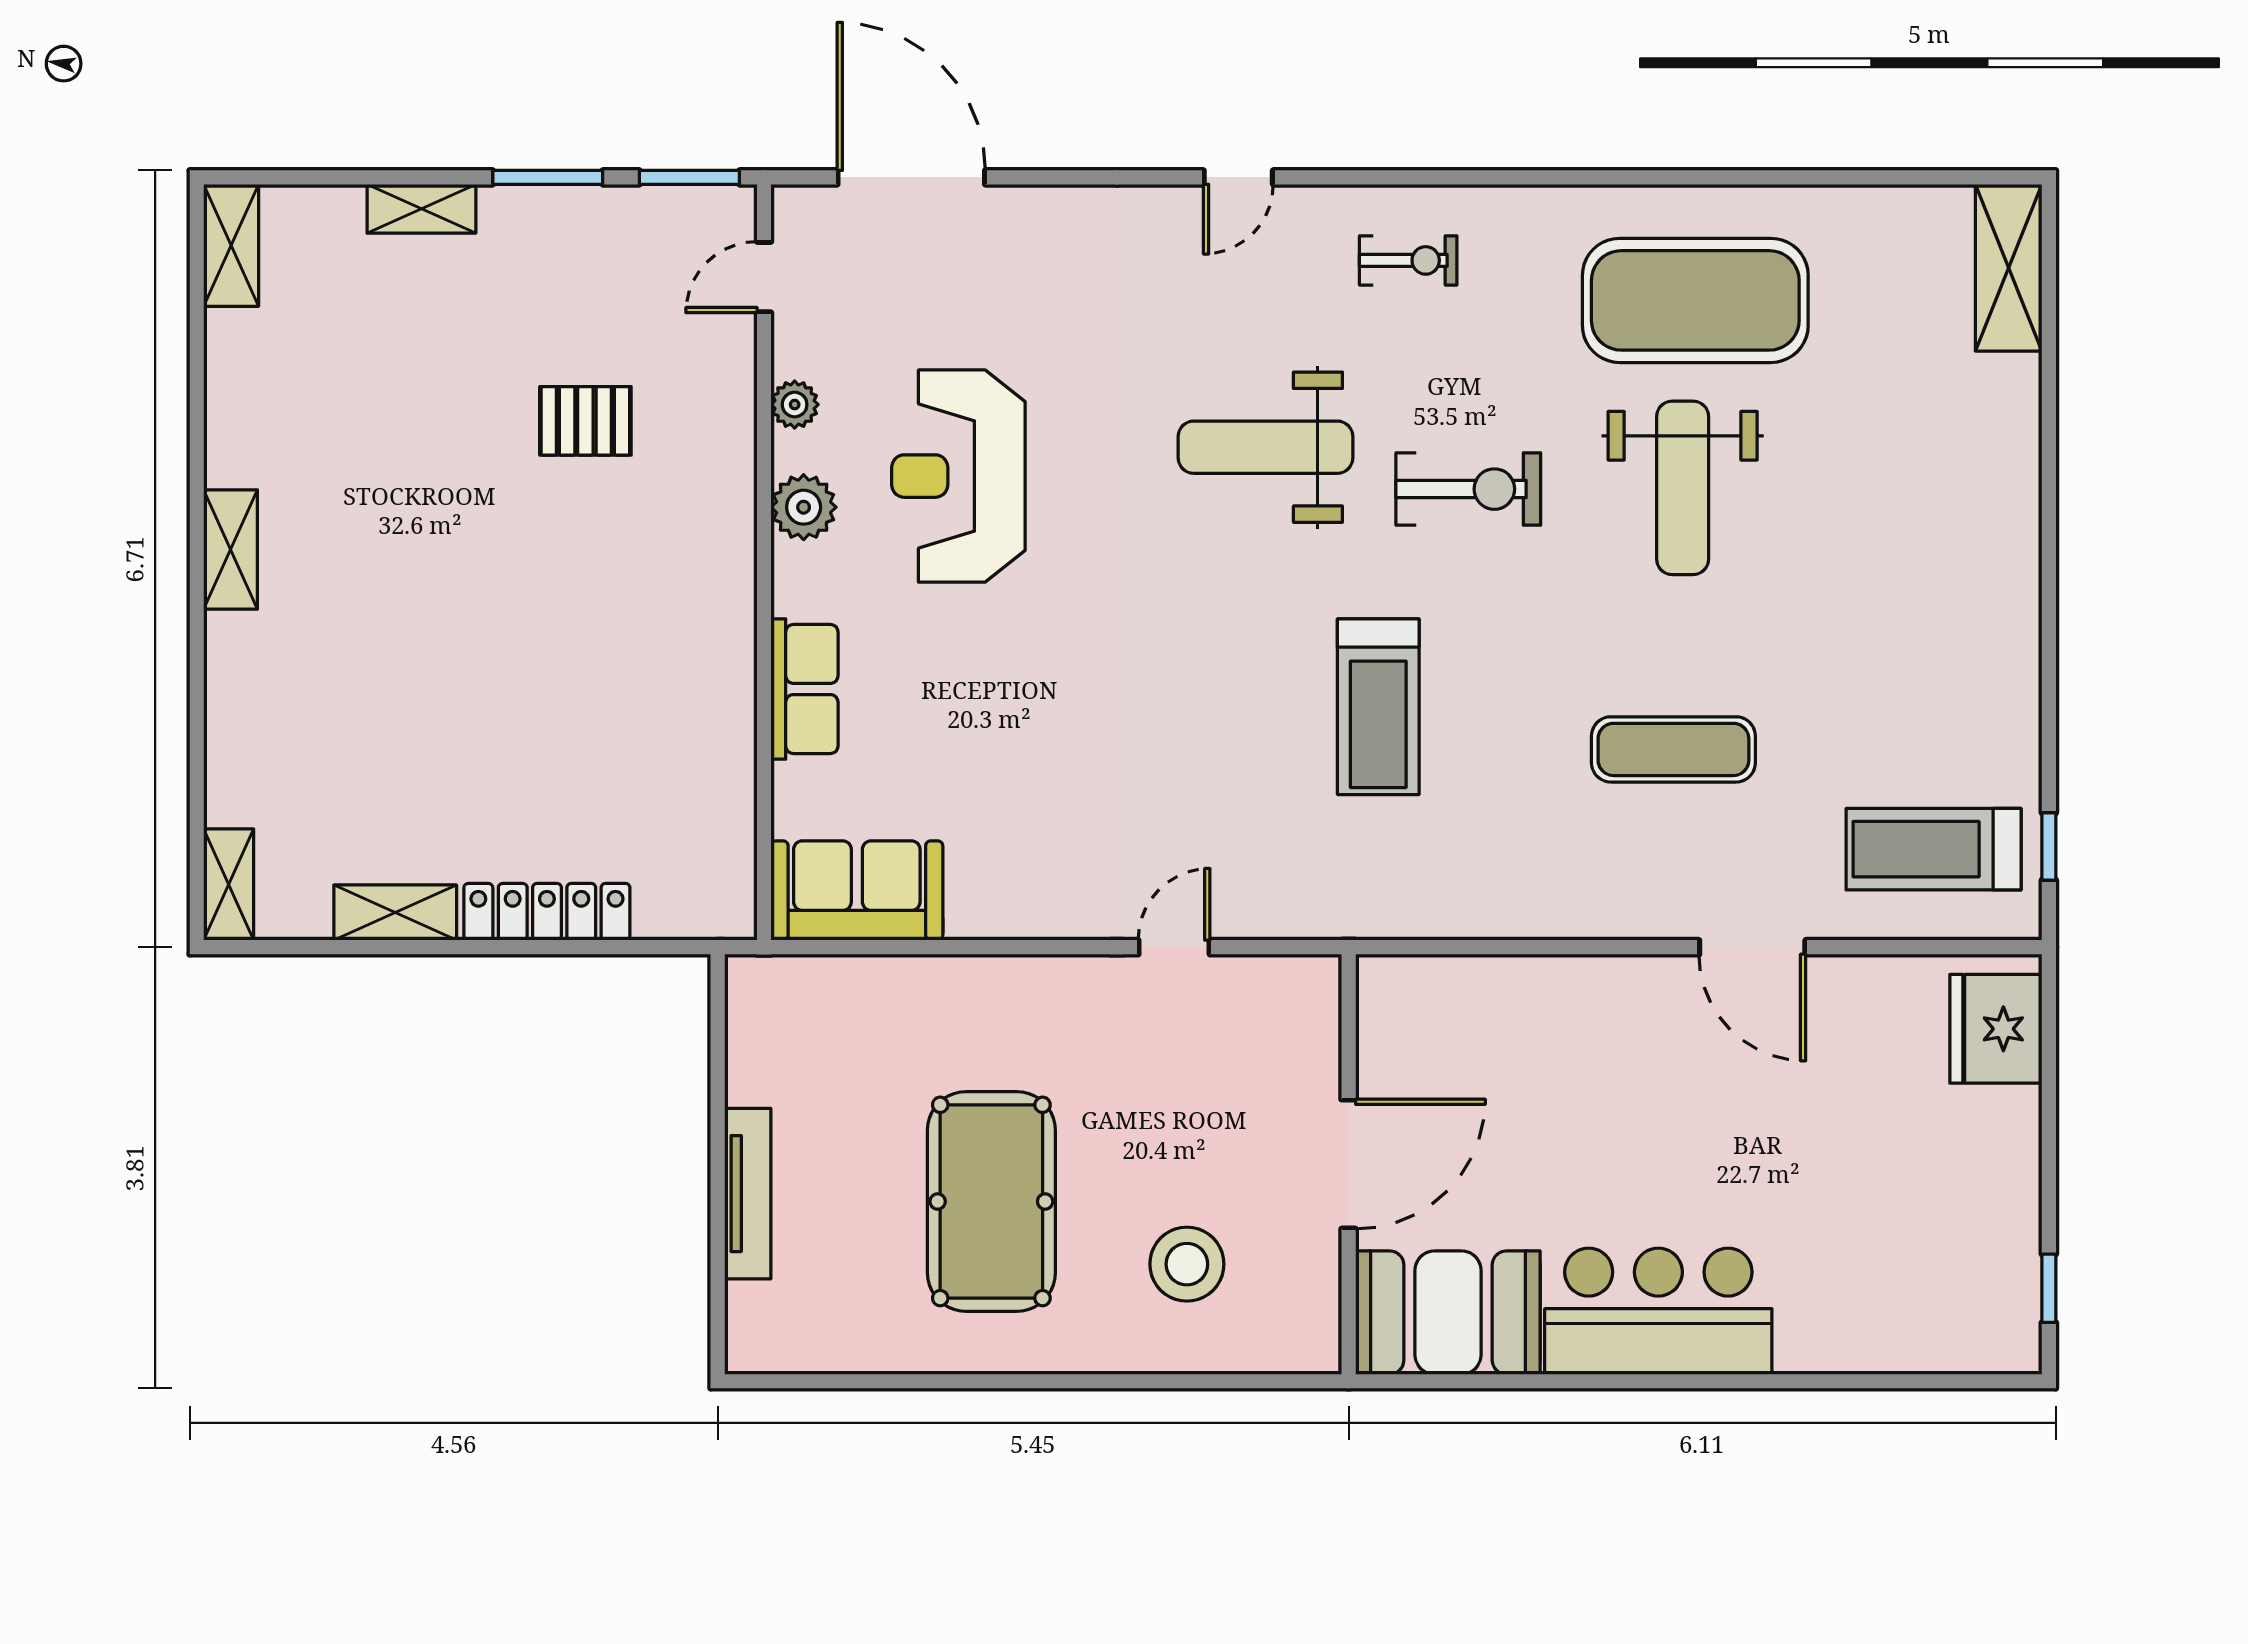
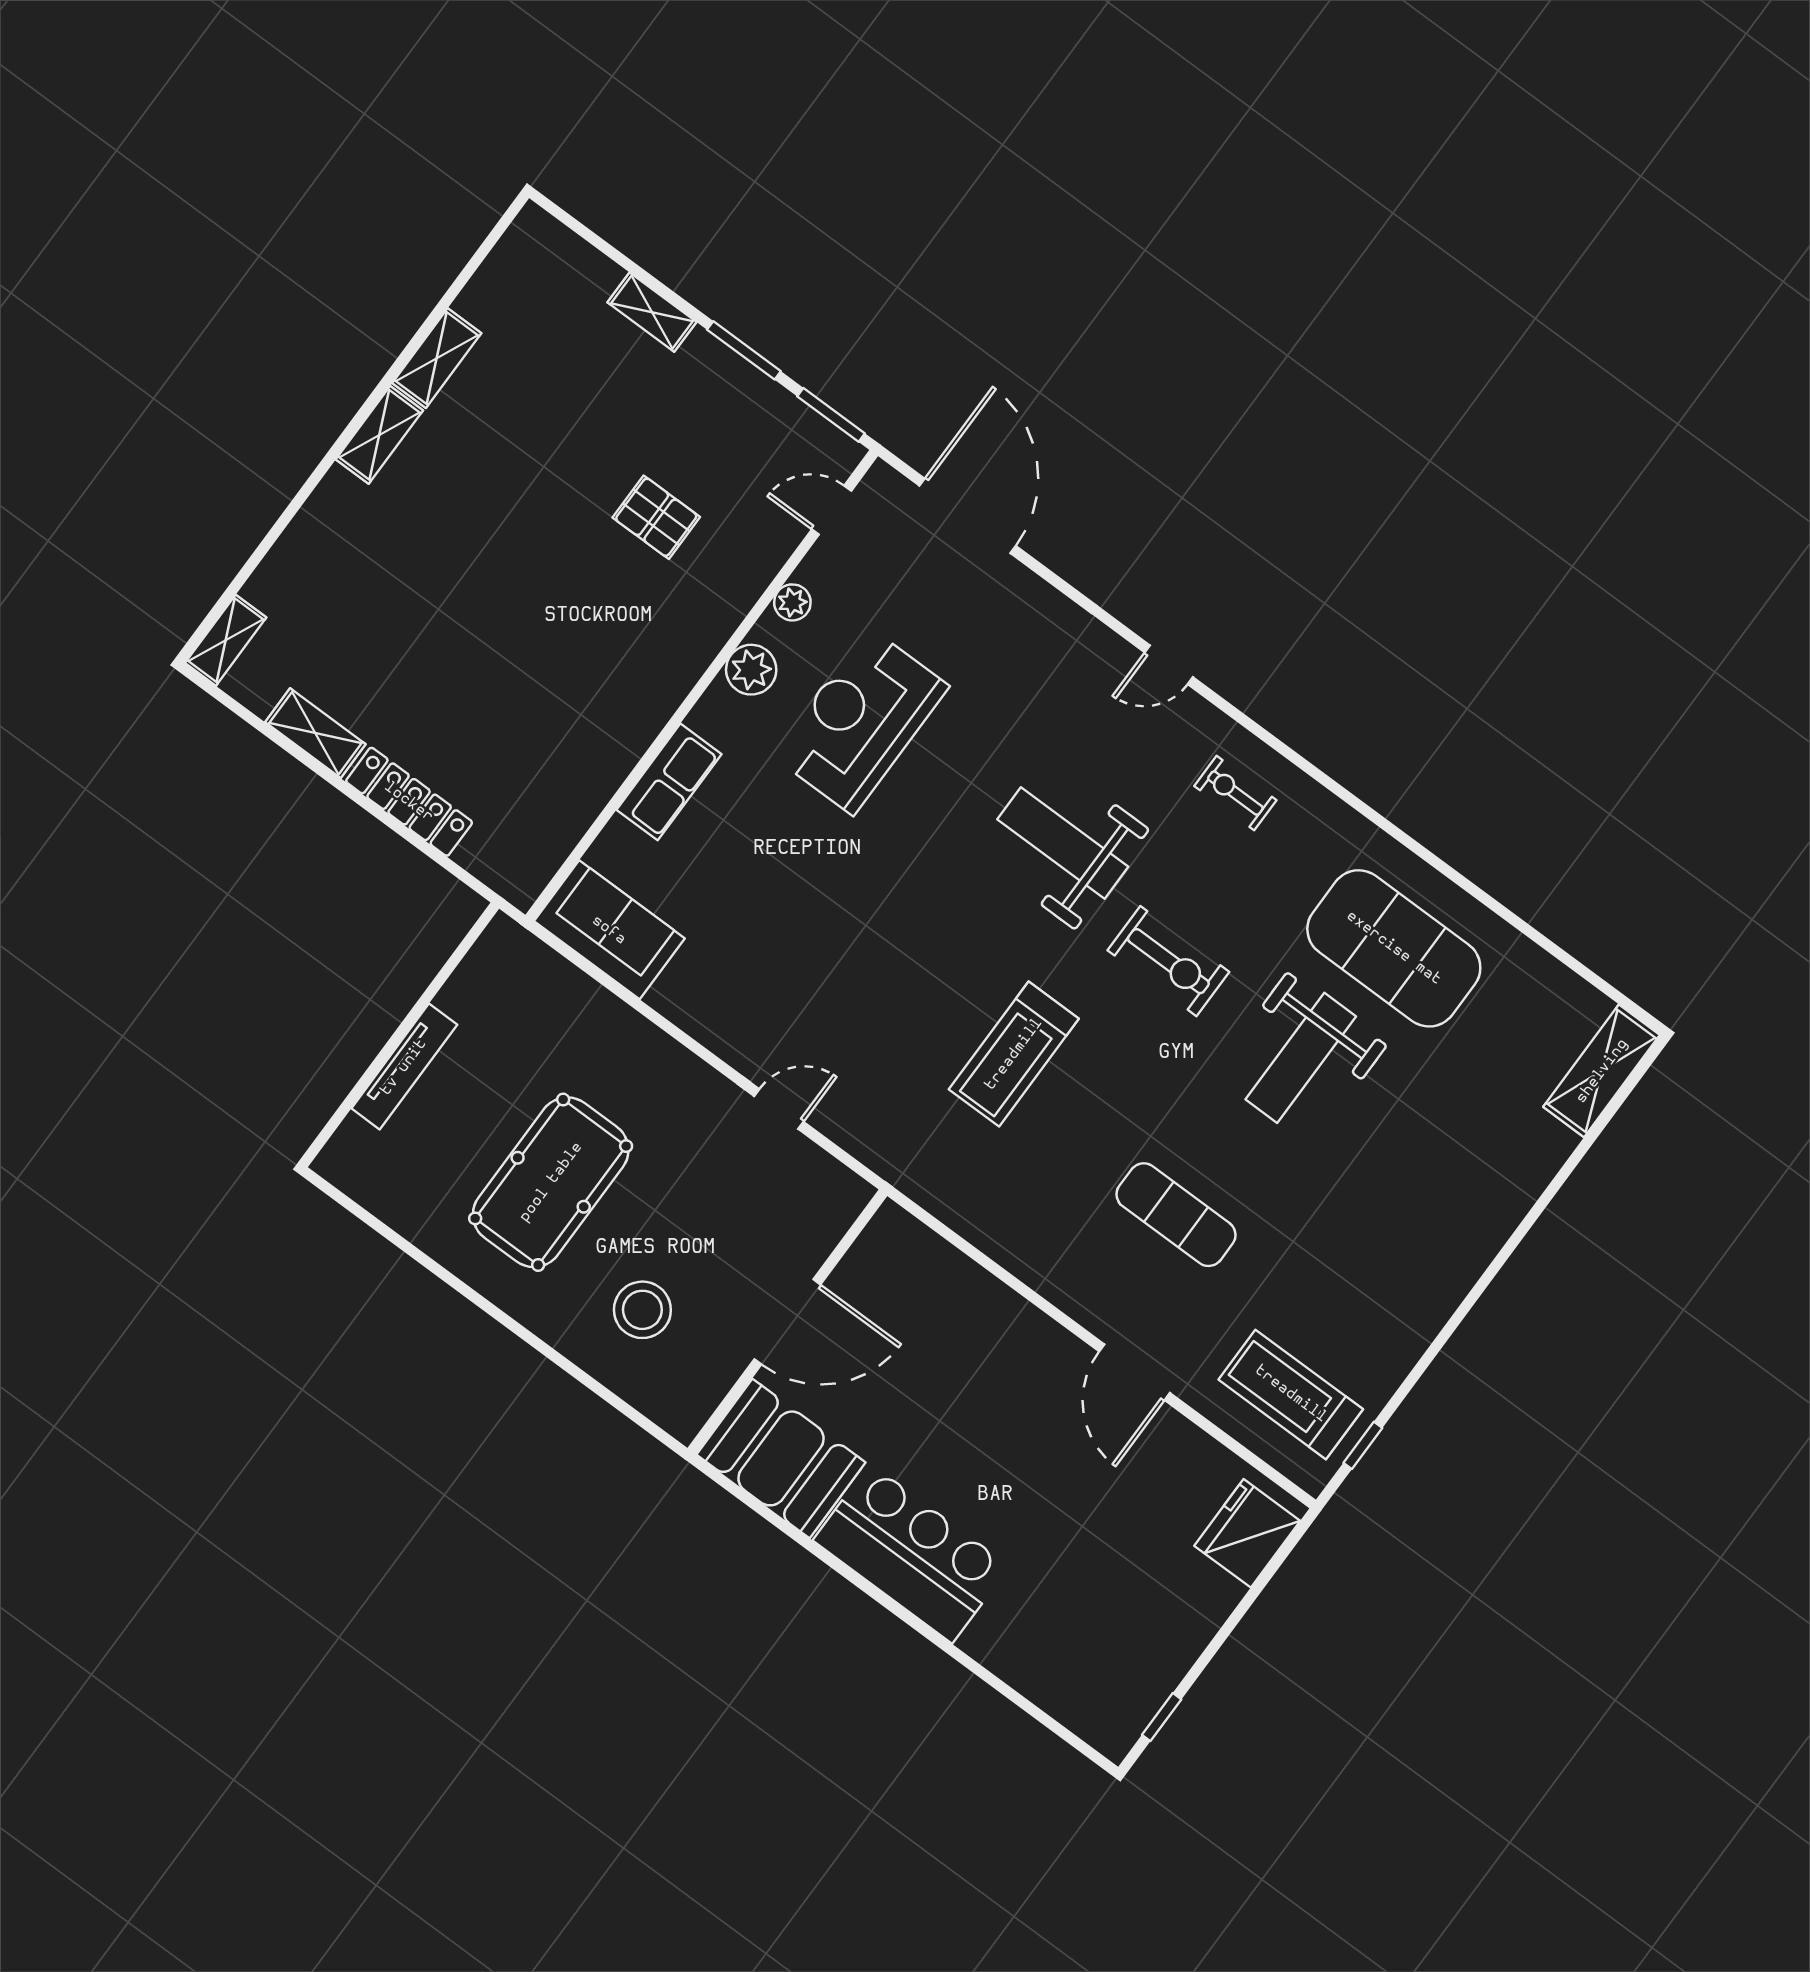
shelving: (231, 245) -> (437, 358), moved
exercise bike: (1408, 260) -> (1235, 793), turned 180

